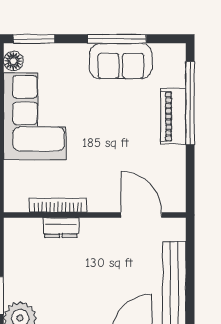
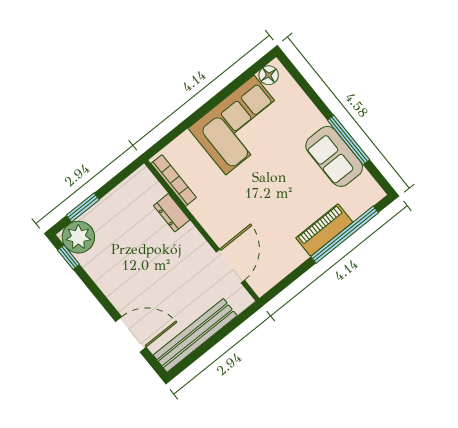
window: (34, 39) -> (298, 77), removed
bookcase: (58, 205) -> (174, 180), moved

